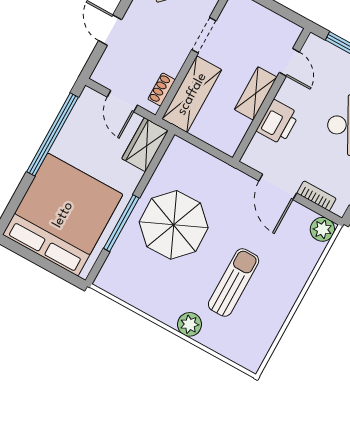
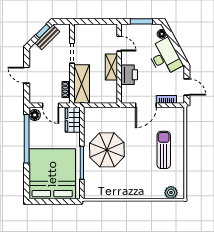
floor lamp: (87, 103) -> (35, 115), added
door: (278, 187) -> (146, 105), hinge flipped
plant: (322, 229) -> (178, 113), removed
sun lounger: (234, 282) -> (164, 150), moved
plant: (190, 324) -> (171, 192), moved

